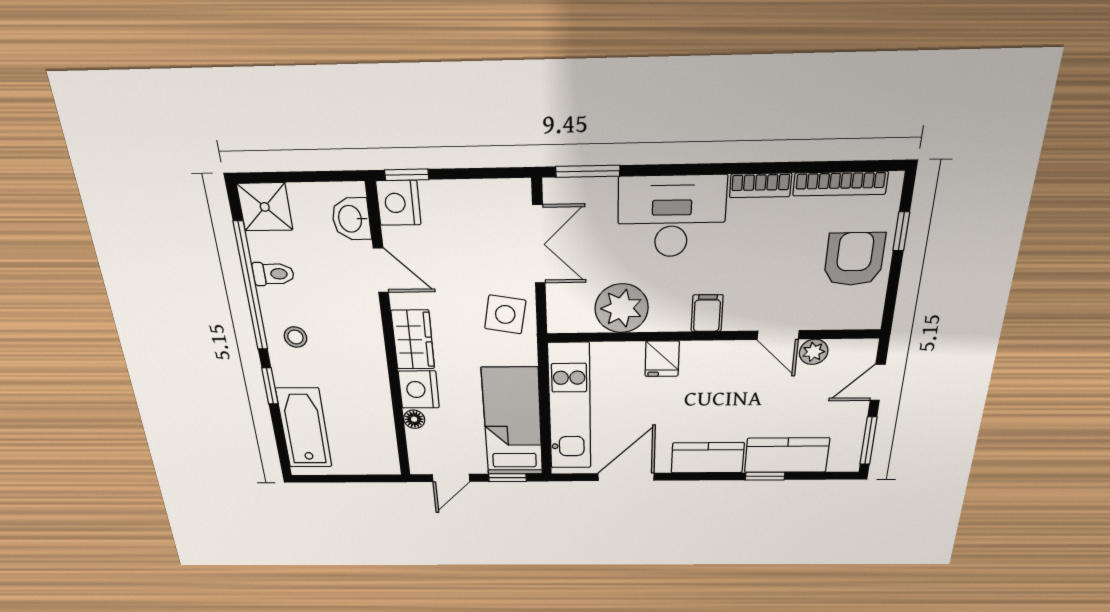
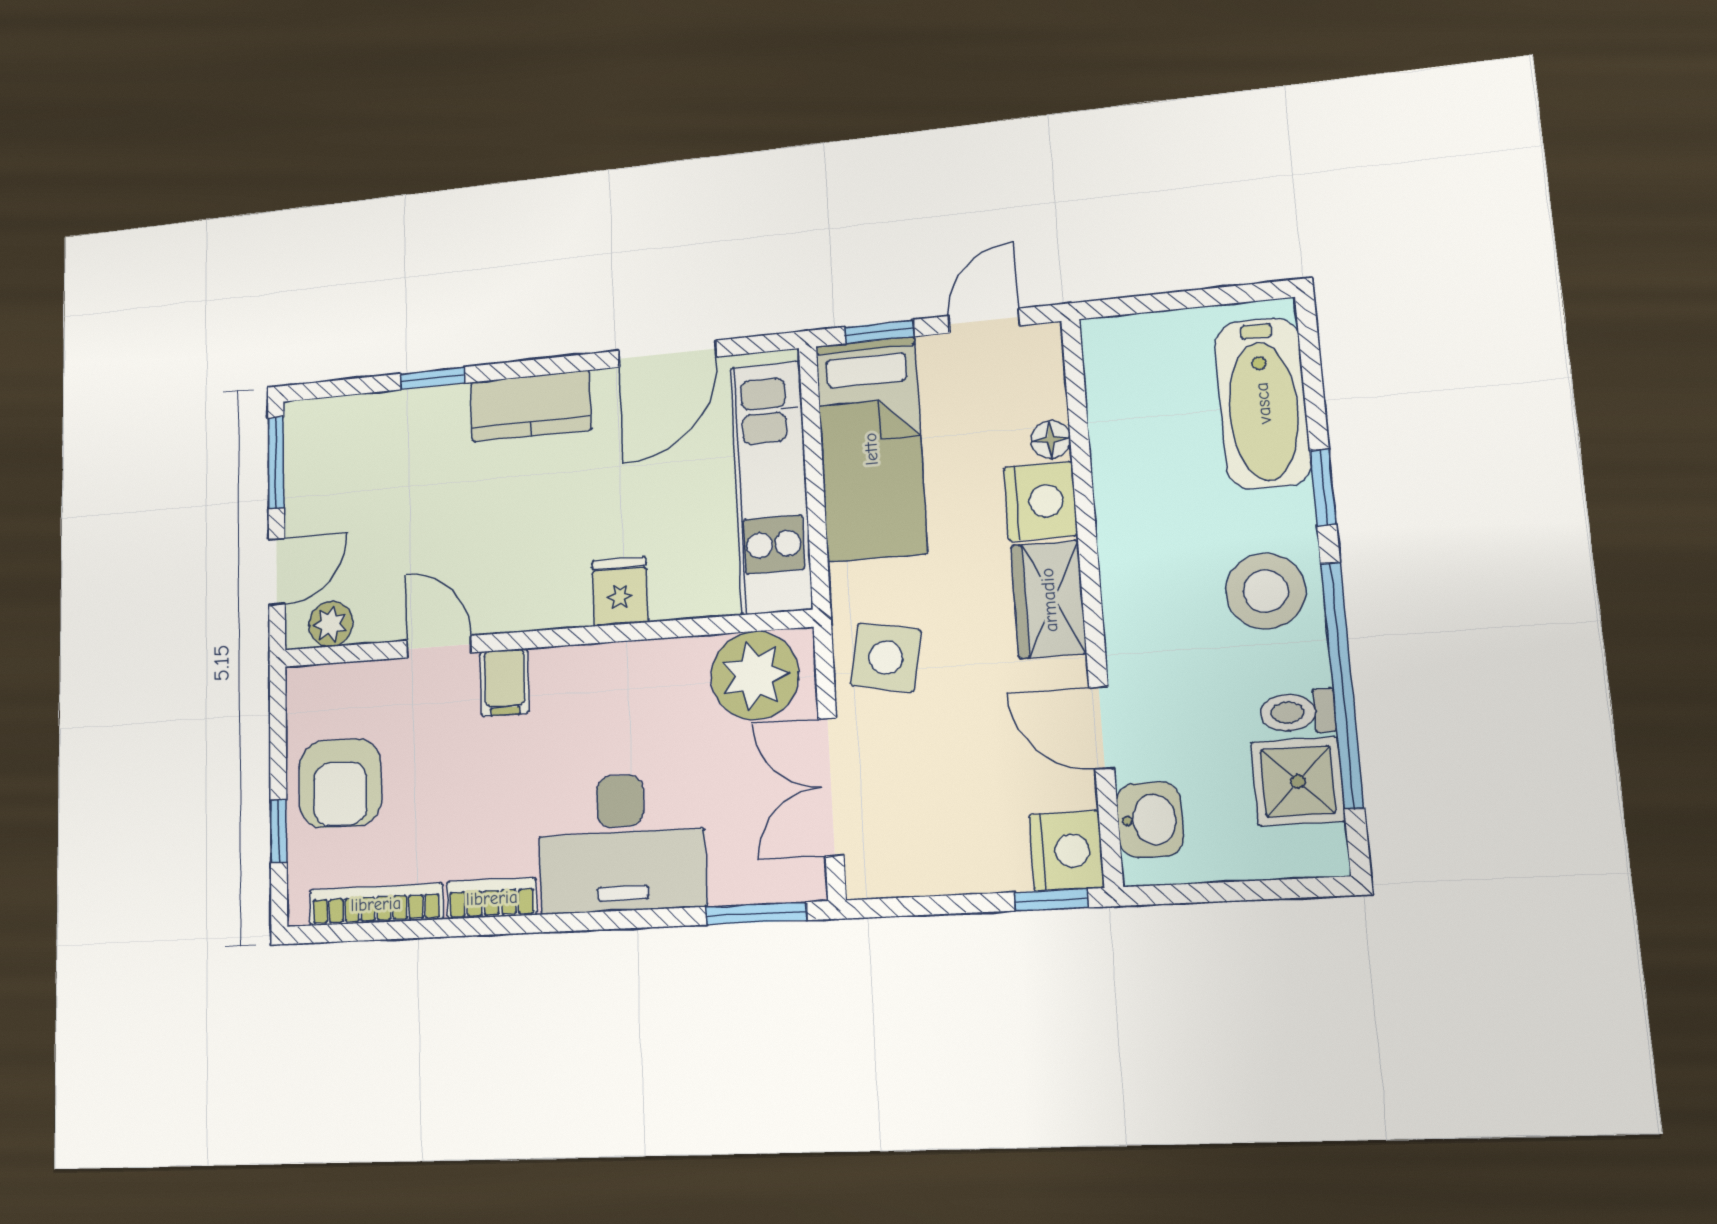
shower: (265, 207) -> (1298, 781), moved
plant: (622, 308) -> (755, 675), moved
filing cabinet: (707, 313) -> (505, 682), moved
stool: (295, 337) -> (1266, 591), width x1.89, depth x1.89
plant: (814, 352) -> (331, 624), moved
kitchen counter: (787, 455) -> (401, 423), removed

